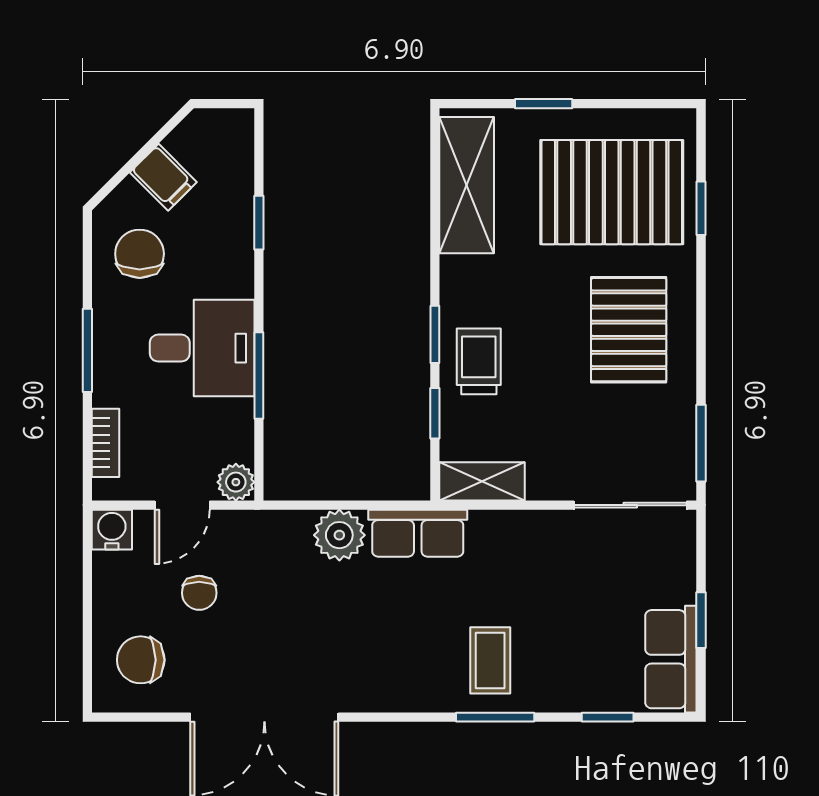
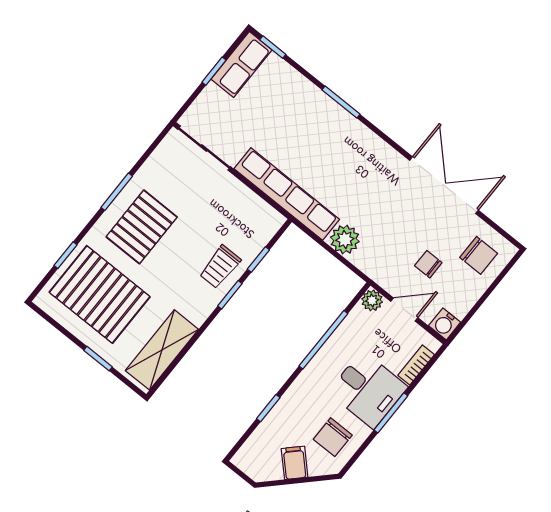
desk: (202, 348) -> (368, 390), moved, turned 180
window: (259, 376) -> (323, 340), width x1.44
window: (701, 443) -> (117, 192), moved
shelving: (482, 481) -> (262, 212), removed
row of seats: (418, 533) -> (287, 194), width x2.02
chair: (199, 593) -> (428, 264), turned -90
coffee table: (490, 660) -> (323, 129), removed
window: (608, 717) -> (273, 47), moved

